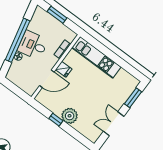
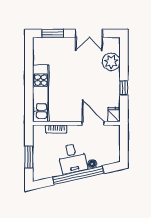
fridge: (64, 69) -> (114, 115), moved
plant: (70, 116) -> (111, 62), moved

